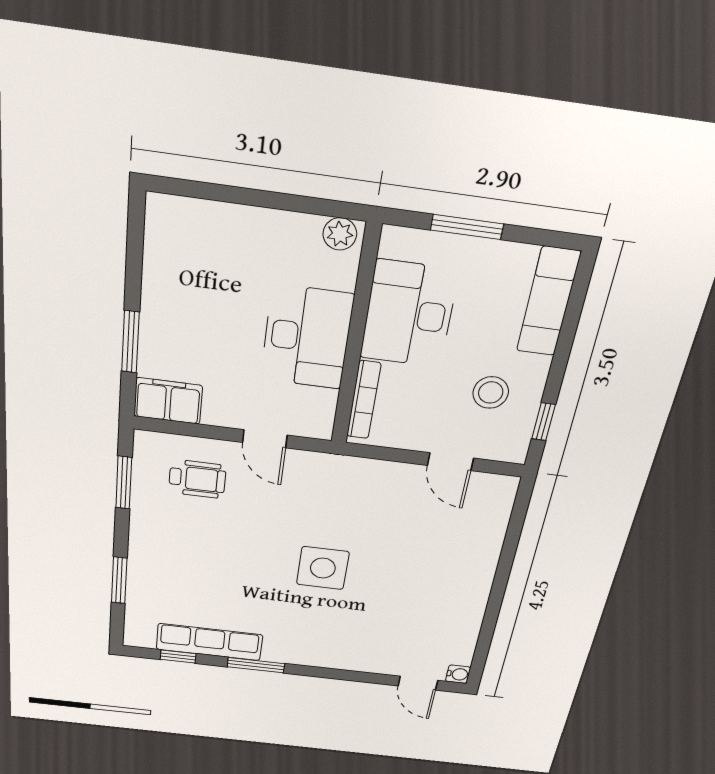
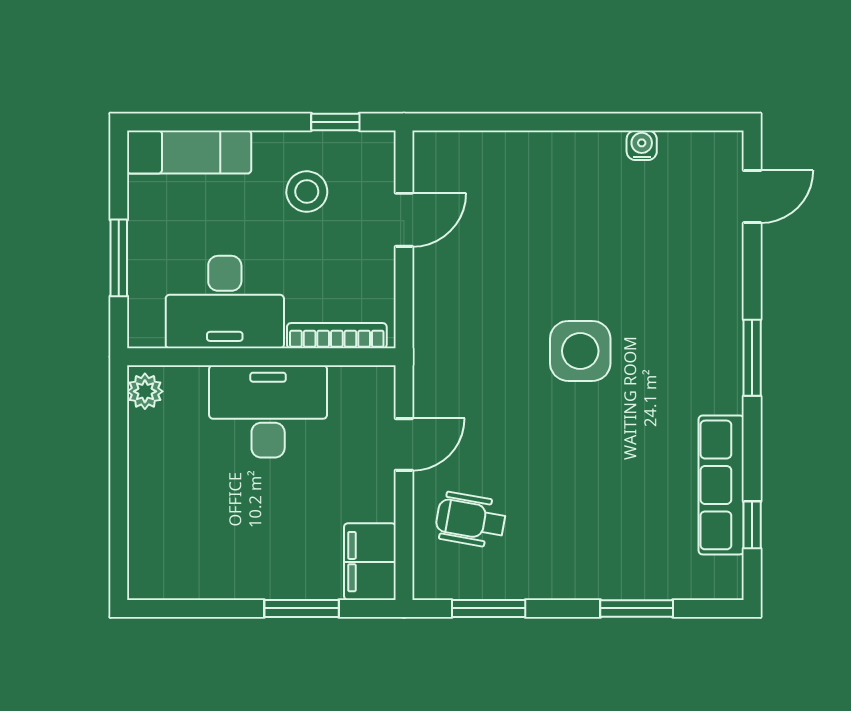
wheelchair: (197, 479) -> (471, 520), turned -80
window: (256, 665) -> (752, 358), moved
water cooler: (458, 674) -> (642, 145), moved

